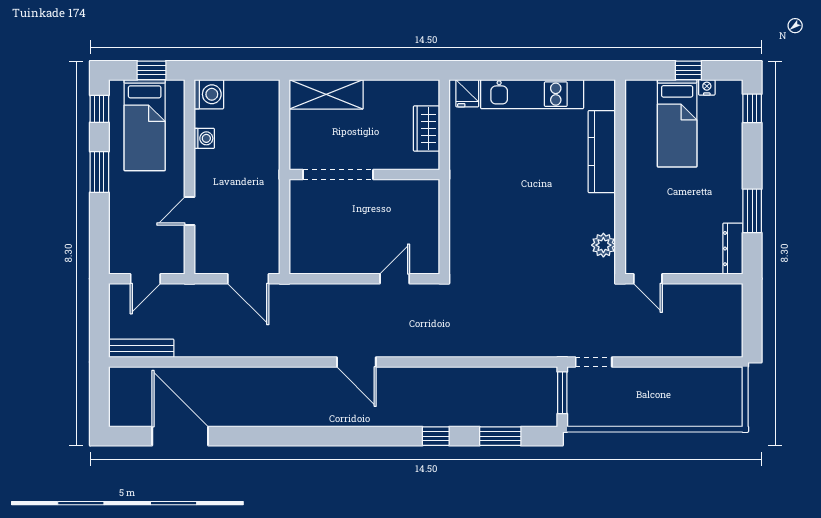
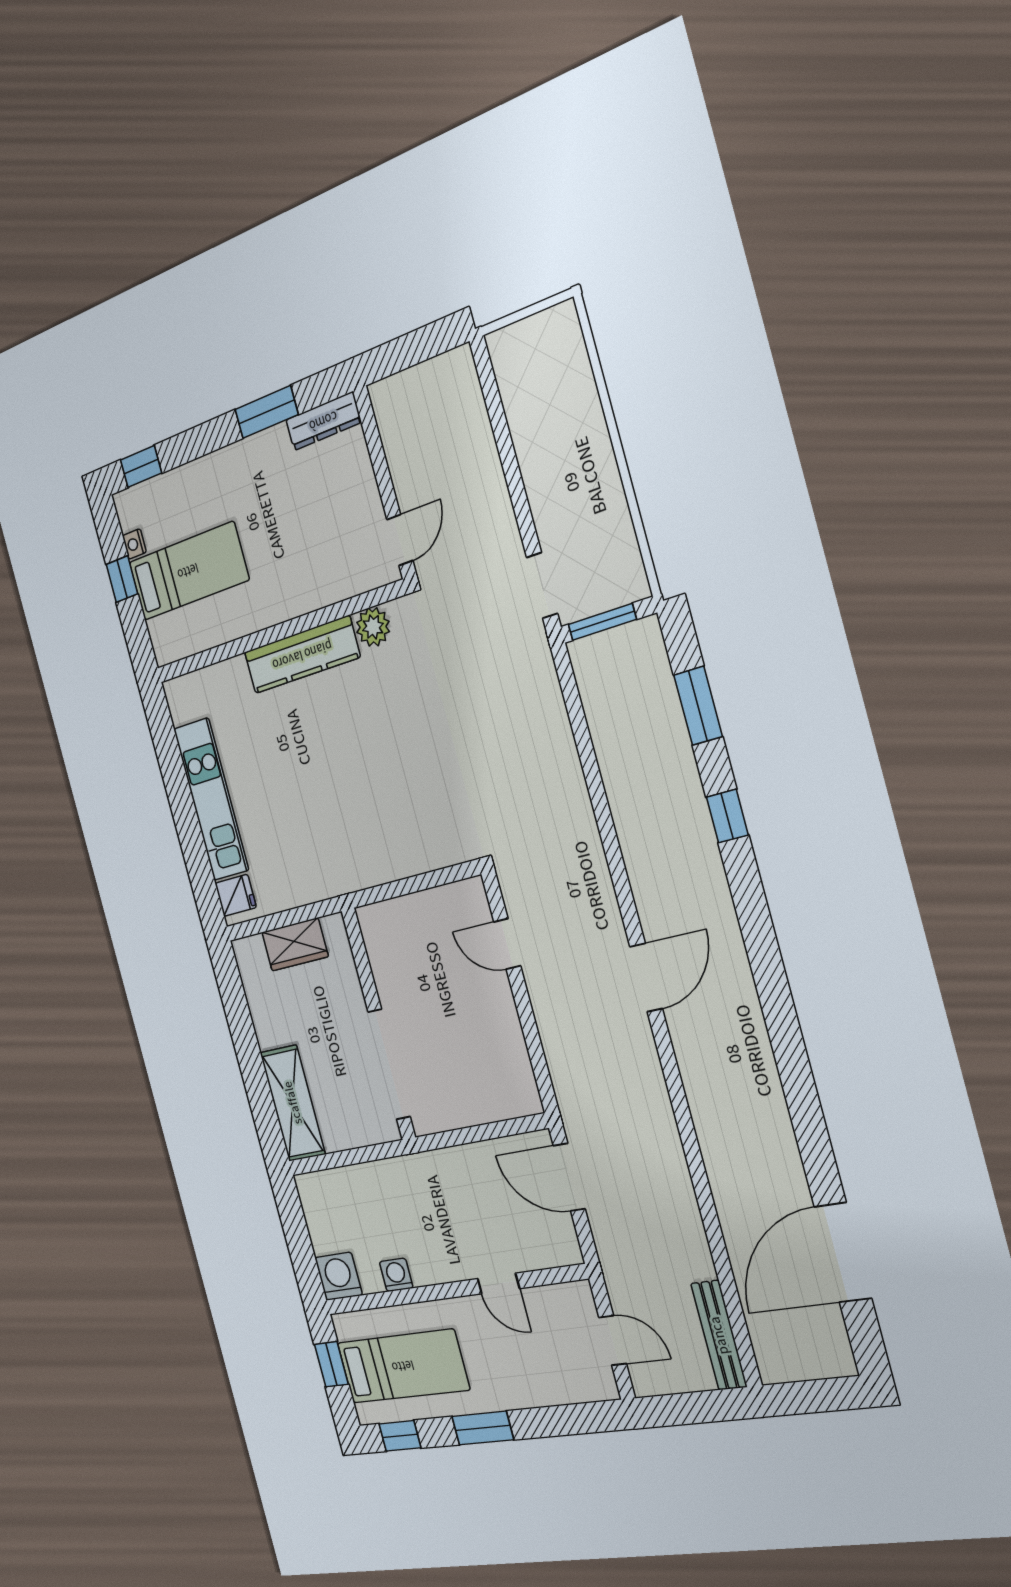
kitchen counter: (602, 152) -> (302, 655), moved
door: (248, 279) -> (569, 1177), swing flipped

